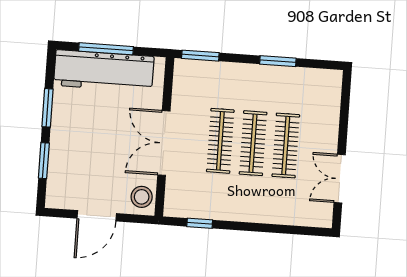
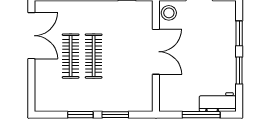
window: (200, 56) -> (115, 115), moved
workbench: (104, 71) -> (218, 102), width x0.53, depth x0.76
clothes rail: (220, 141) -> (117, 56), removed
double door: (340, 179) -> (31, 36), width x1.37

